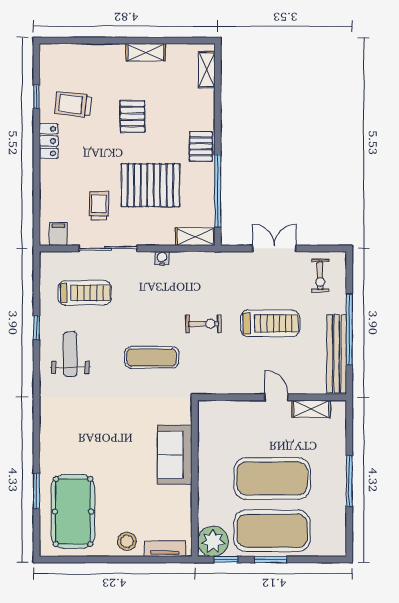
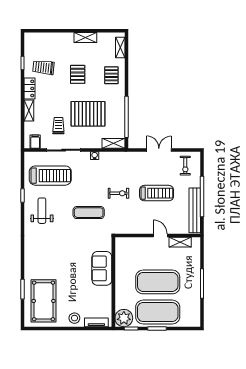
pallet: (201, 146) -> (111, 75), moved
shelving: (48, 180) -> (29, 111), added
treadmill: (85, 293) -> (50, 176), width x1.37, depth x1.38

